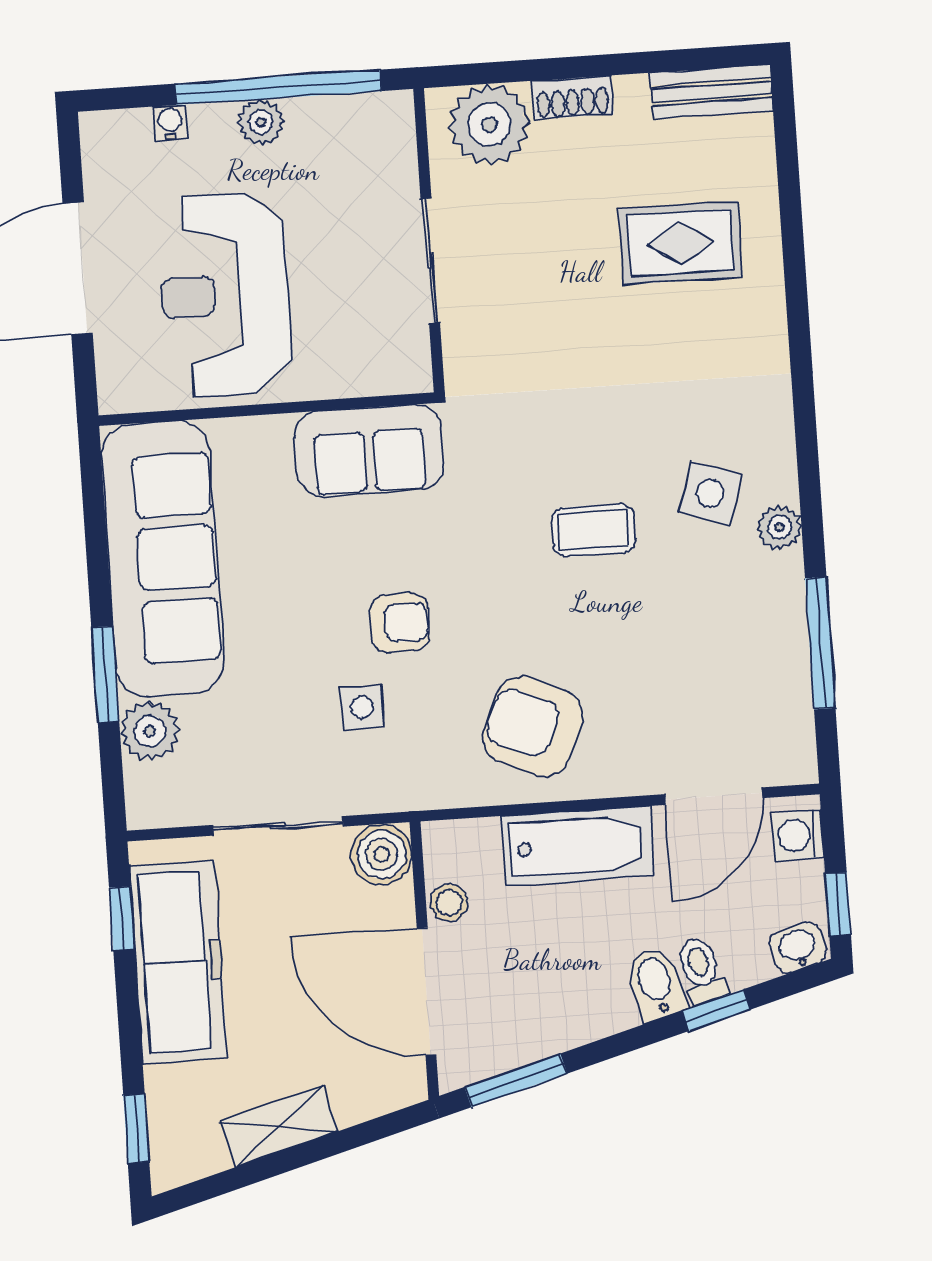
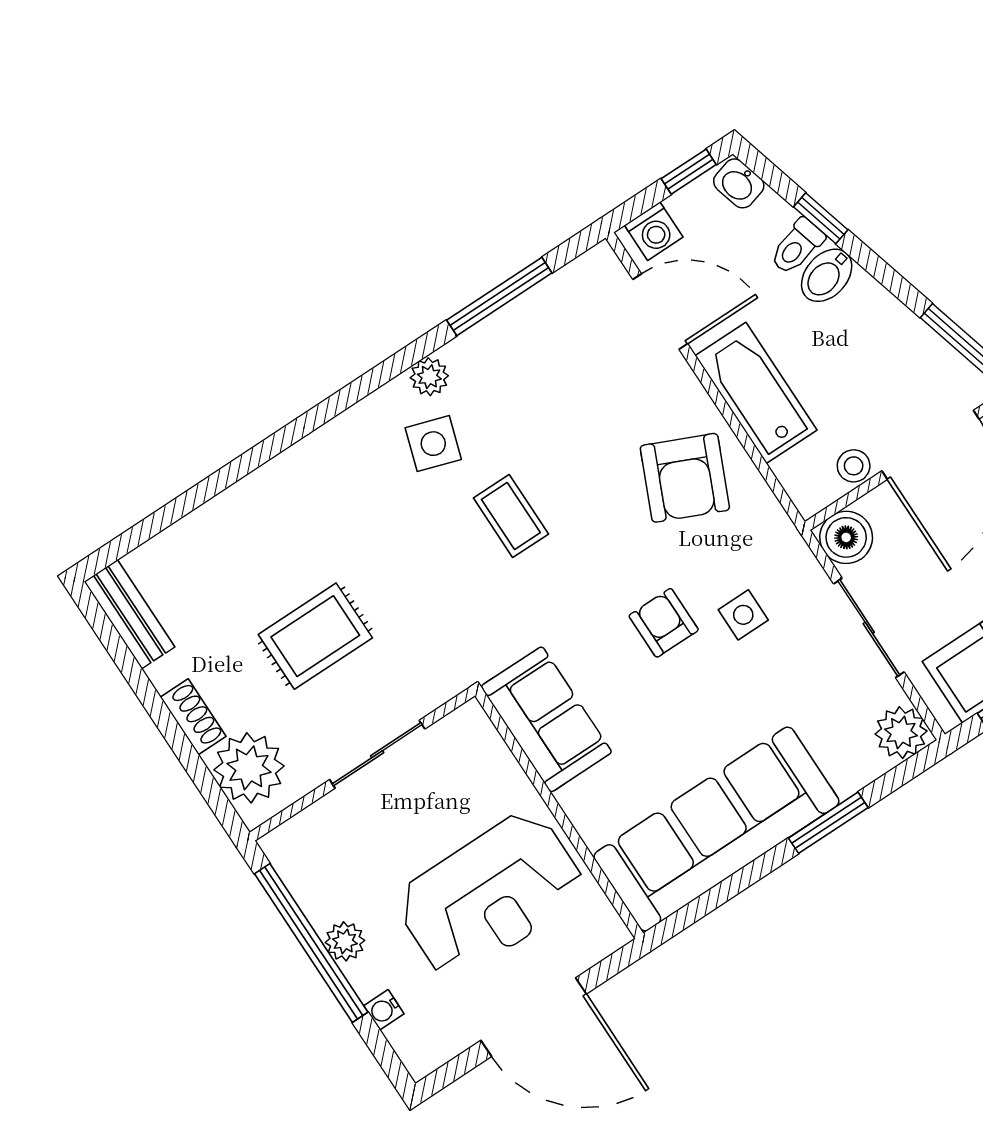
rug: (680, 243) -> (315, 636), moved, turned 90
plant: (150, 731) -> (901, 733), moved

